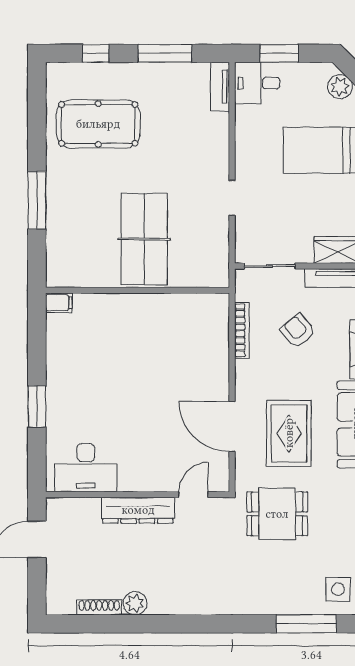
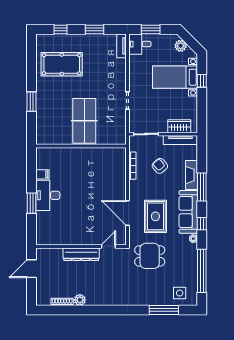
window: (165, 53) -> (94, 30), width x0.69
window: (37, 200) -> (32, 102), width x0.69
filing cabinet: (59, 303) -> (42, 174), moved
desk: (86, 468) -> (48, 195), moved, turned 90

